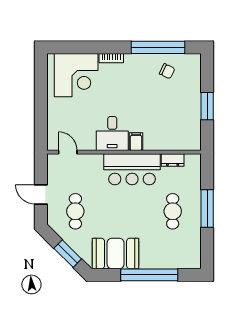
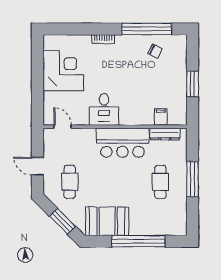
corner desk: (76, 75) -> (63, 71), moved, turned -90
filing cabinet: (136, 142) -> (161, 117), moved
dresser: (173, 160) -> (165, 134), width x1.44

